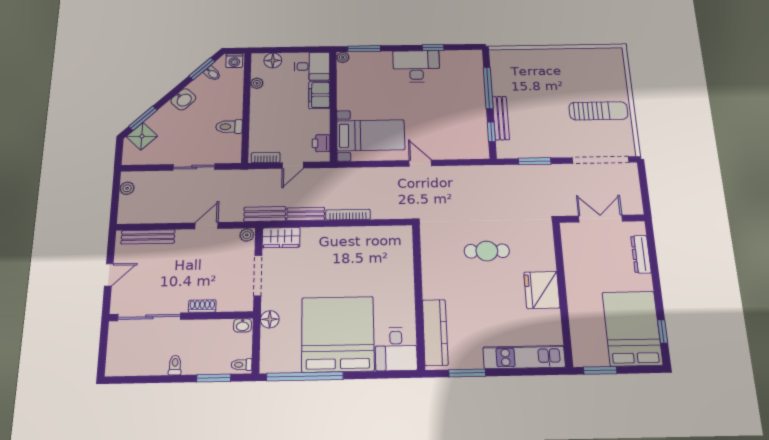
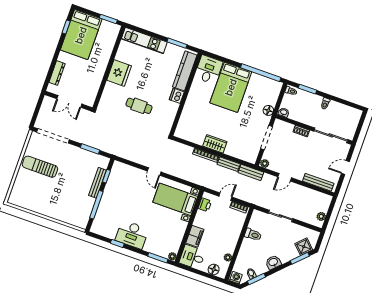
wardrobe: (281, 238) -> (215, 144), moved
dishwasher: (432, 288) -> (177, 96), added
bed: (338, 334) -> (231, 87), width x0.73

